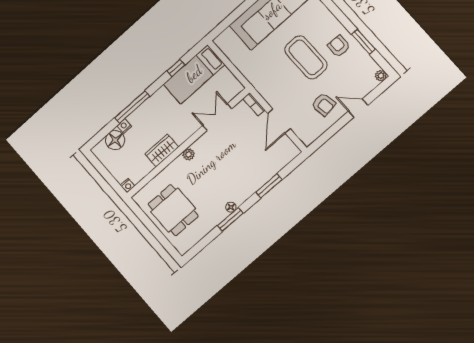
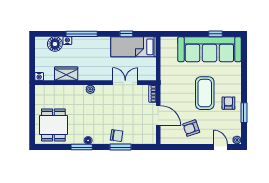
armchair: (324, 104) -> (191, 128), turned 80
door: (358, 108) -> (221, 147), moved
door: (279, 121) -> (158, 116), swing flipped
wardrobe: (162, 150) -> (66, 74), moved
chair: (255, 178) -> (117, 136), added
dining table: (173, 210) -> (53, 125), moved

